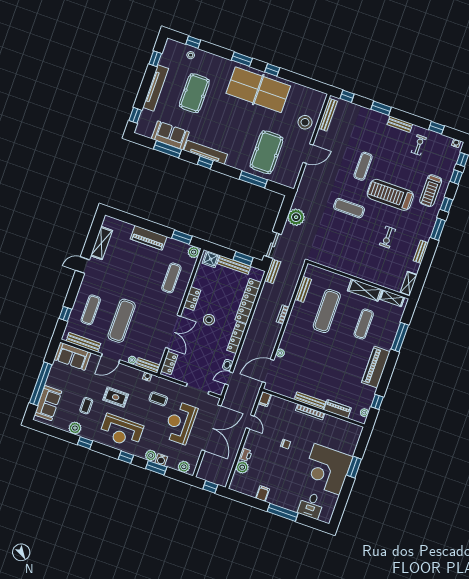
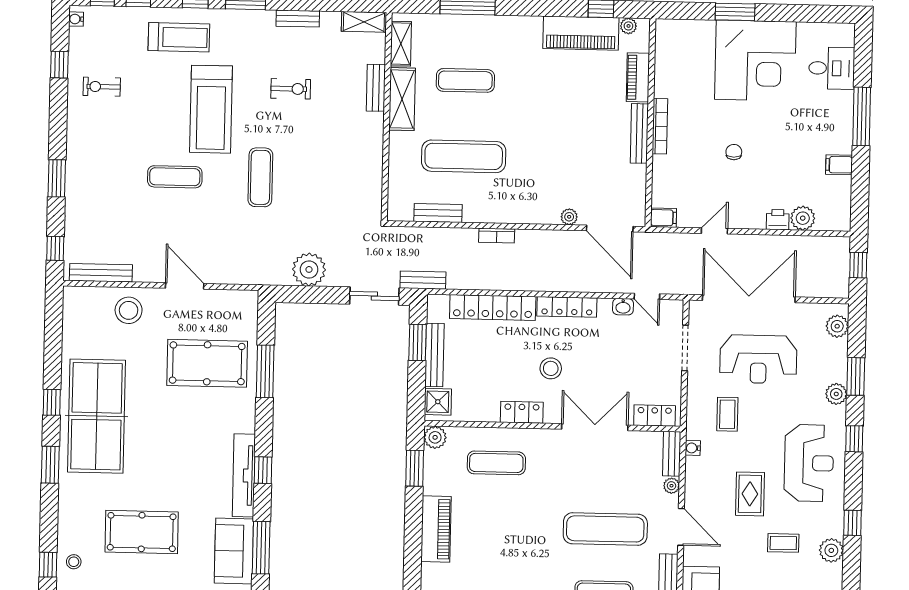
bench: (400, 124) -> (376, 88), moved
piano: (376, 367) -> (581, 33), moved
water cooler: (161, 460) -> (838, 372), removed

